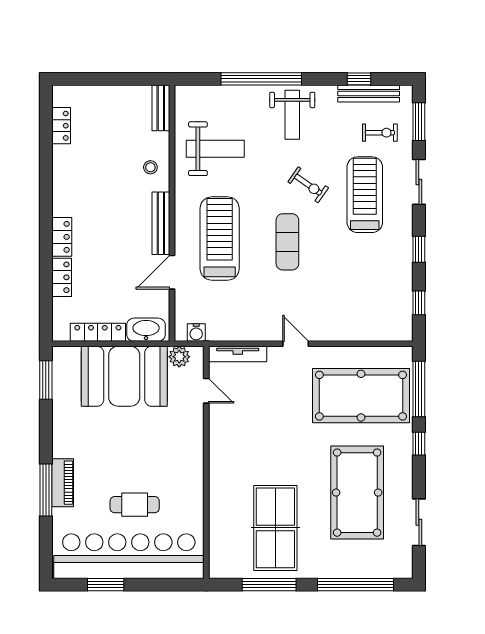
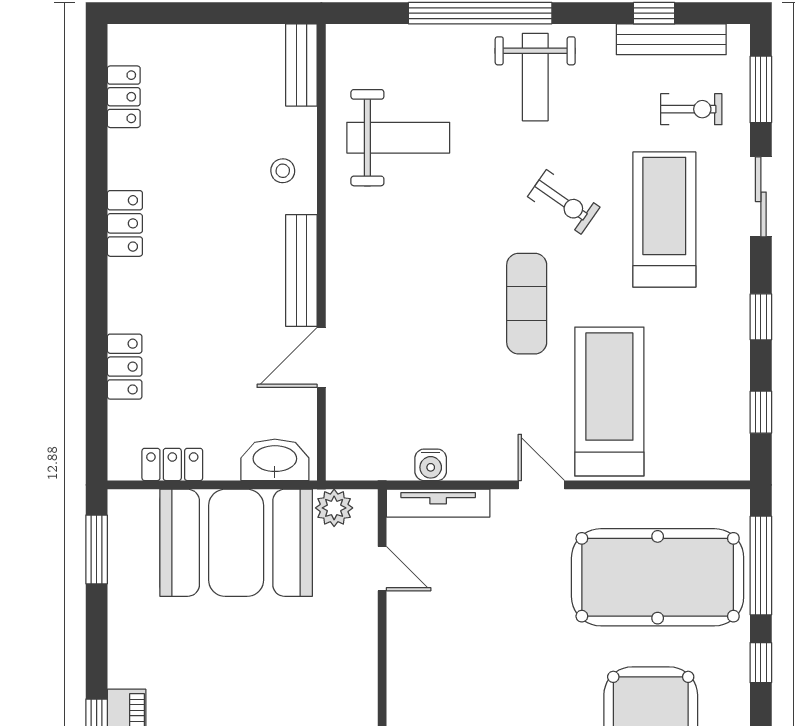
locker: (62, 237) -> (125, 223), moved
treadmill: (220, 239) -> (609, 401), moved
locker: (98, 332) -> (172, 464), width x0.66
water cooler: (196, 332) -> (431, 465), moved

